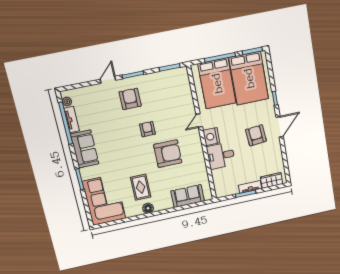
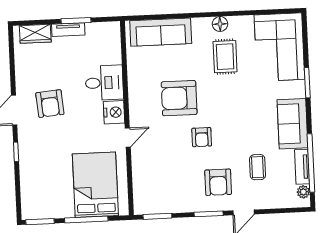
bed: (249, 78) -> (50, 185), removed
coffee table: (104, 114) -> (258, 167), added
sofa: (188, 196) -> (161, 32), width x1.36

